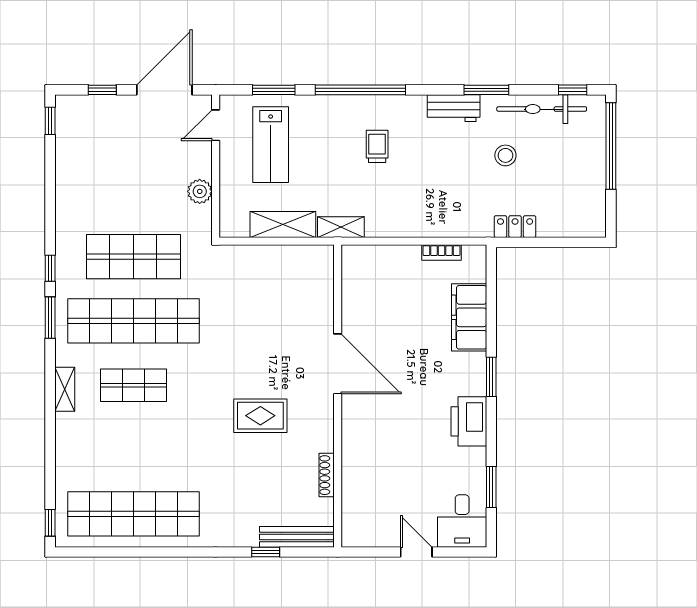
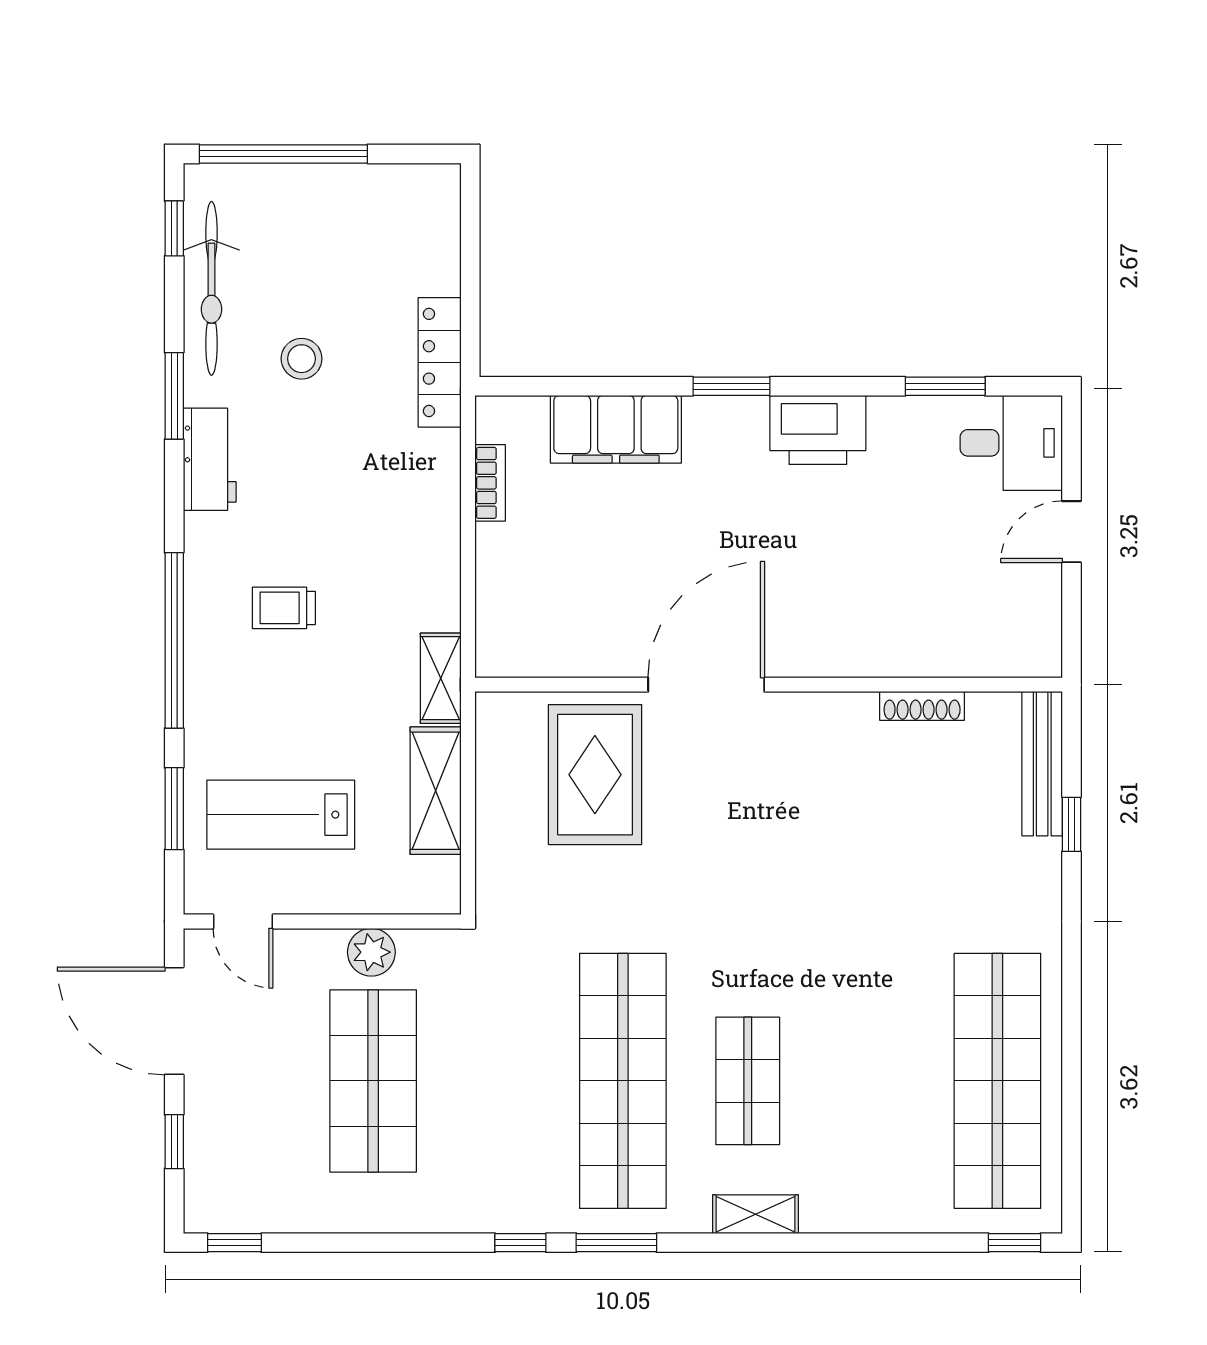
lab bench: (271, 145) -> (281, 815), turned 180
locker: (515, 227) -> (440, 362), width x1.53
shop shelf: (133, 257) -> (373, 1081), moved
rug: (260, 416) -> (595, 775), moved, width x1.36, depth x1.43

